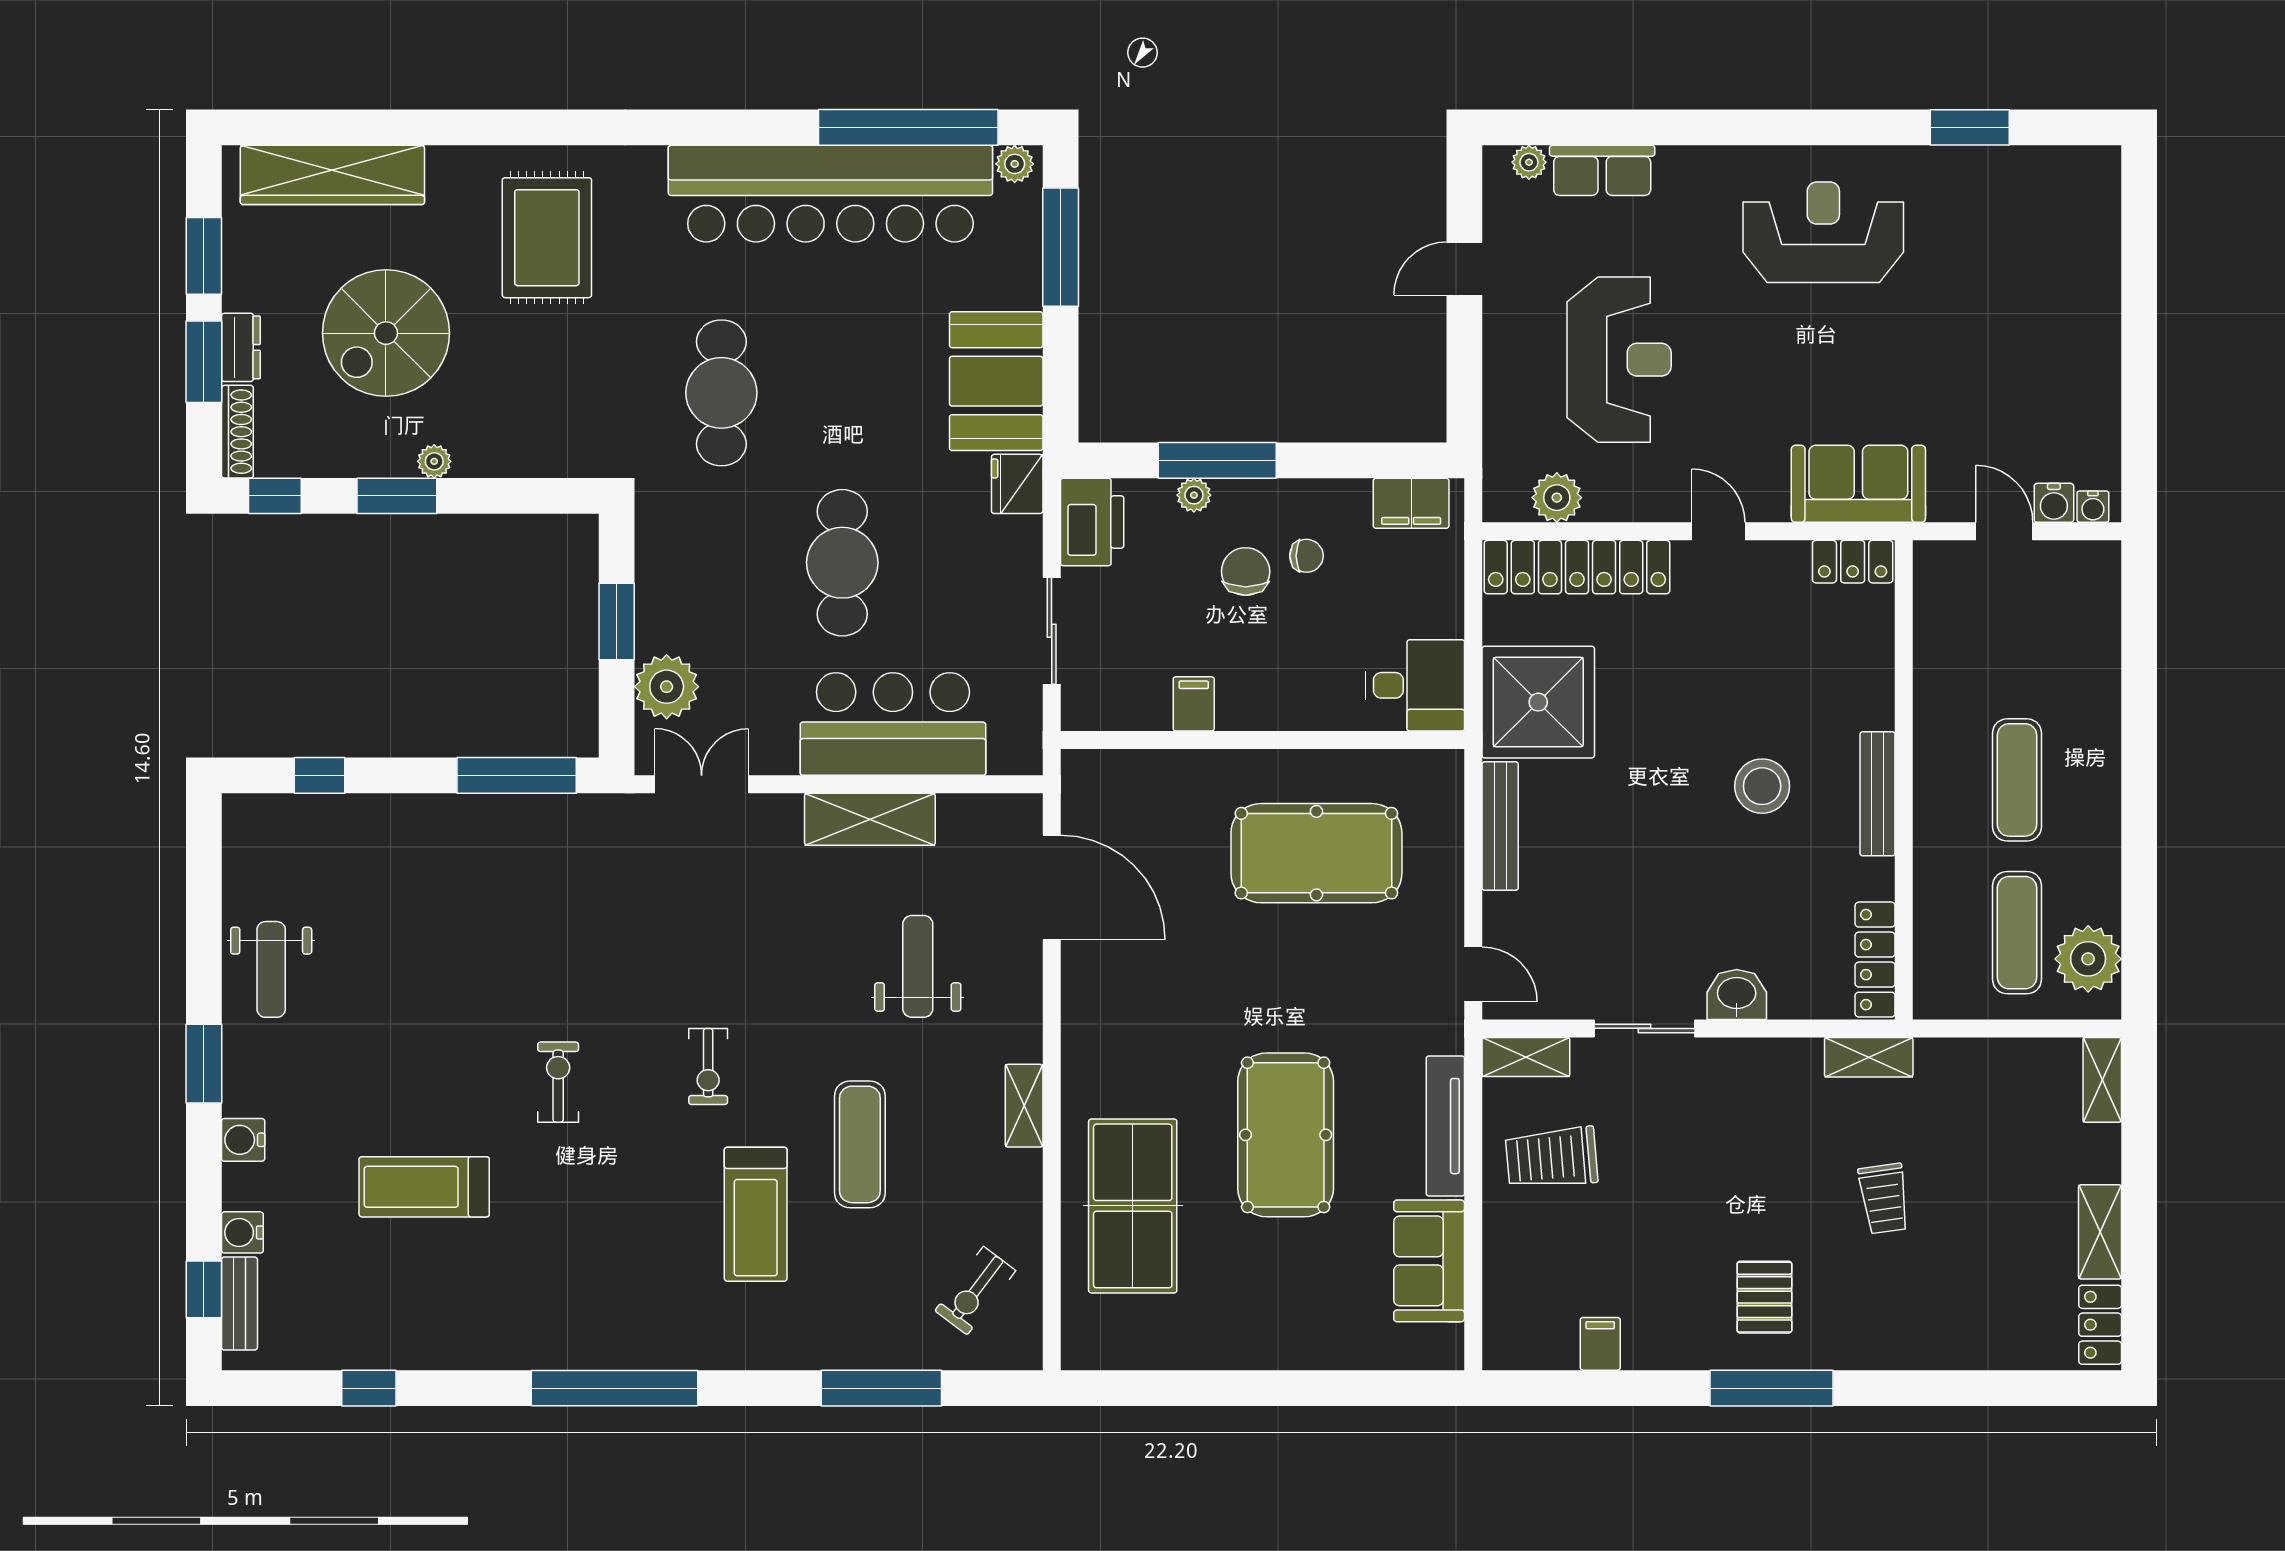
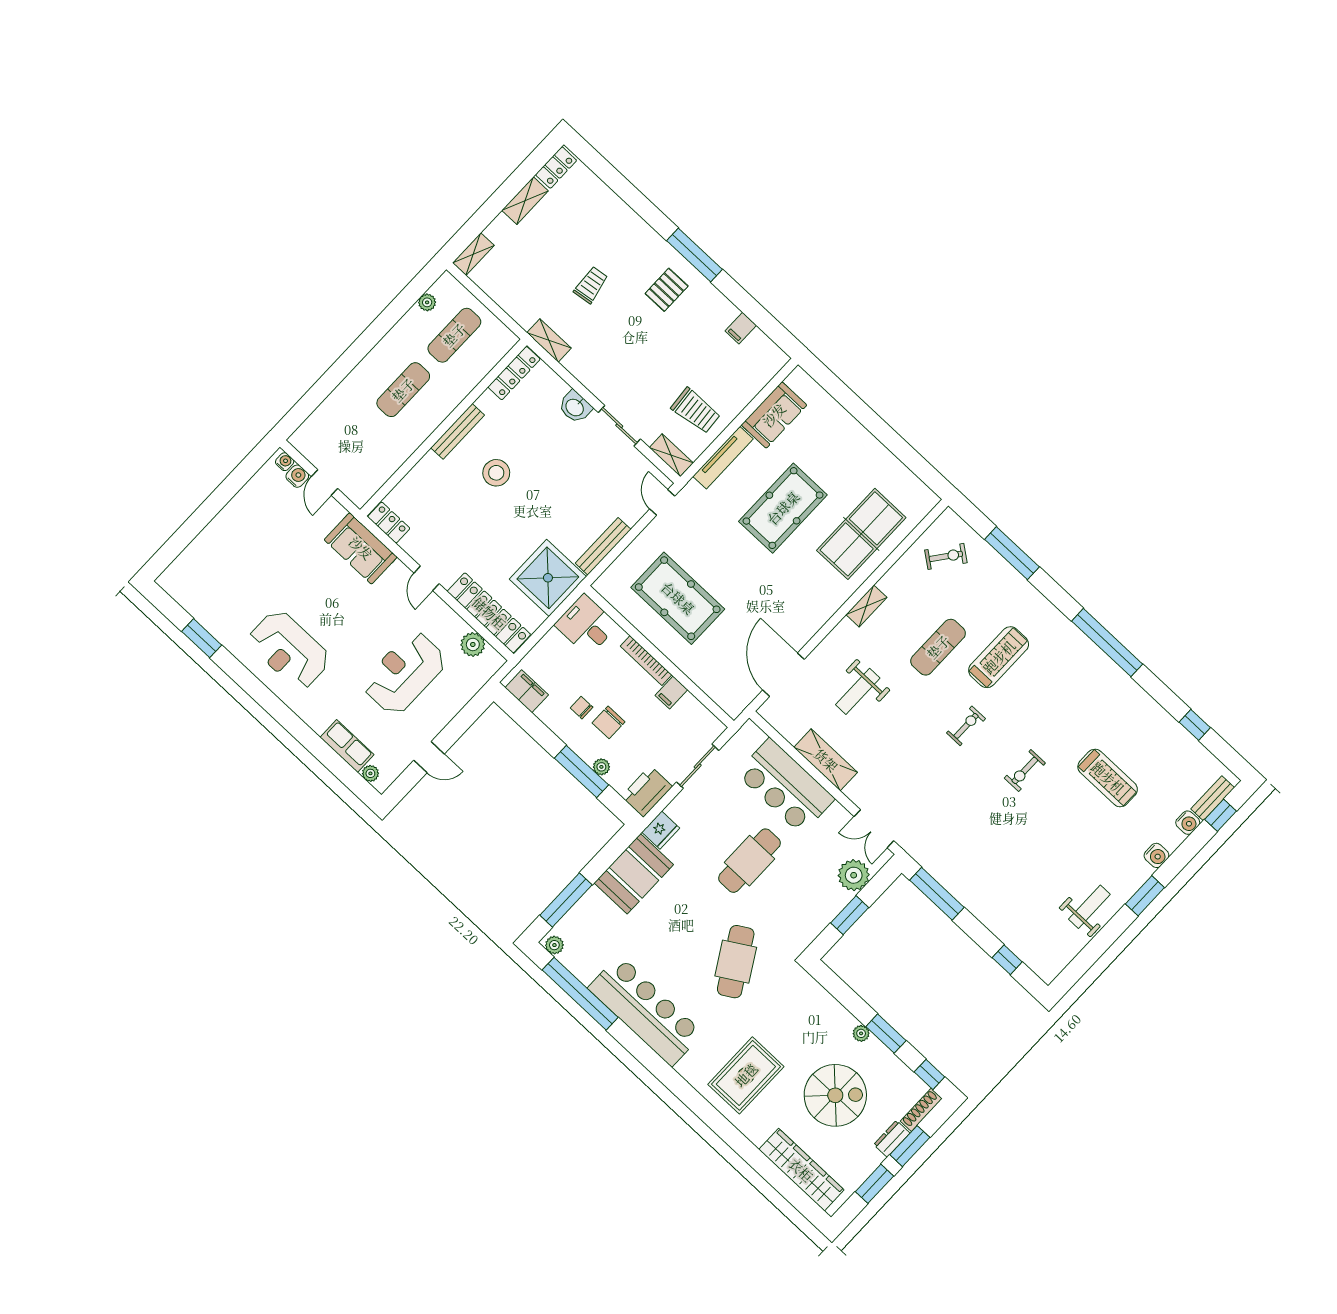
bar counter: (830, 194) -> (645, 1011), width x0.73
cafe table: (721, 393) -> (736, 962), turned -31
bookcase: (1276, 716) -> (646, 660), added
plant: (2088, 959) -> (427, 302), width x0.53, depth x0.53

